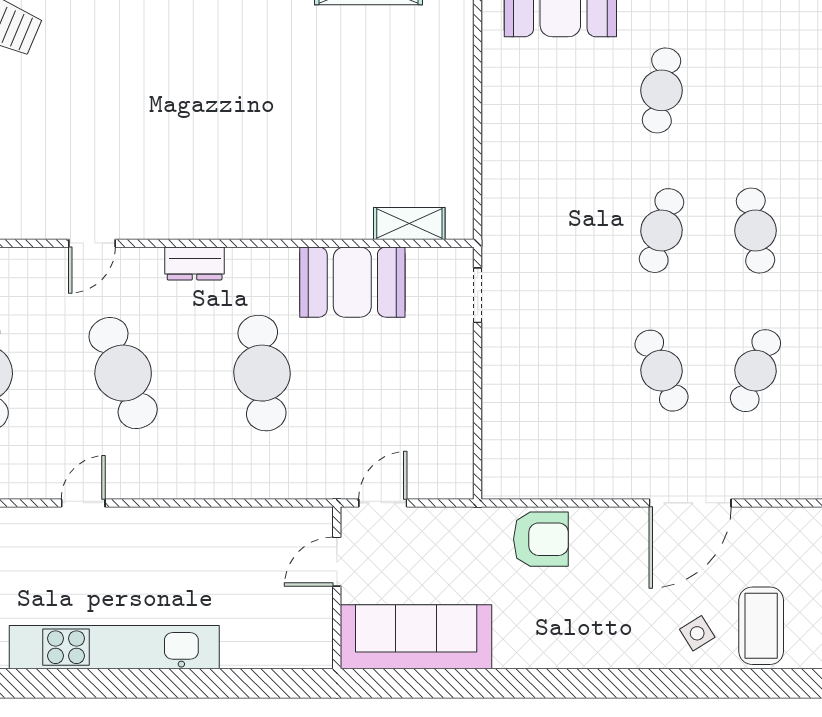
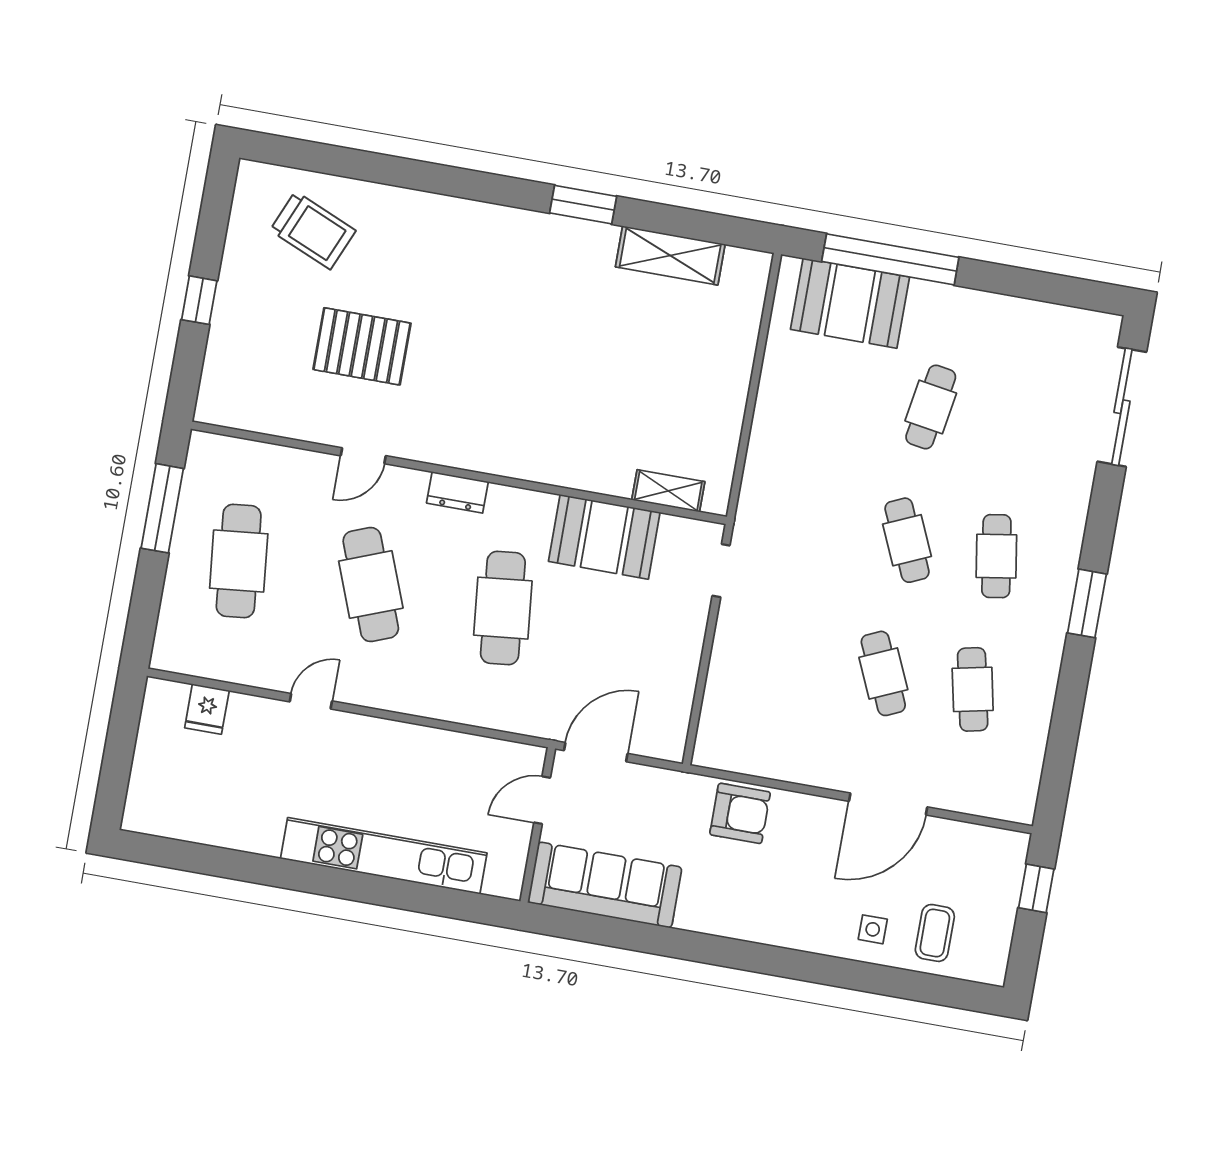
pallet: (71, 132) -> (362, 346), added
cafe table: (662, 231) -> (907, 540), turned -39
cafe table: (755, 371) -> (973, 689), turned -33
door: (383, 503) -> (596, 752), width x1.38
coffee table: (761, 626) -> (935, 933), width x0.73, depth x0.77
side table: (697, 633) -> (873, 929), turned 32
kitchen unit: (114, 647) -> (384, 856), moved

